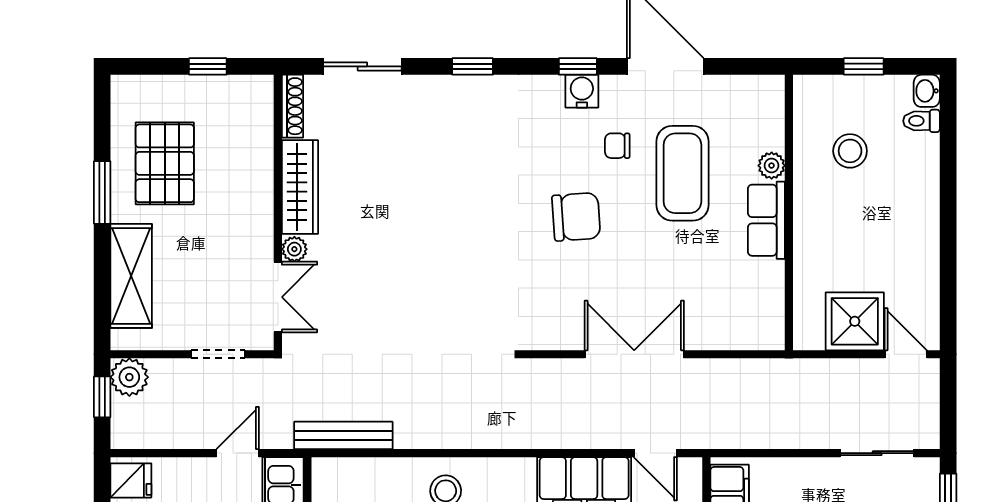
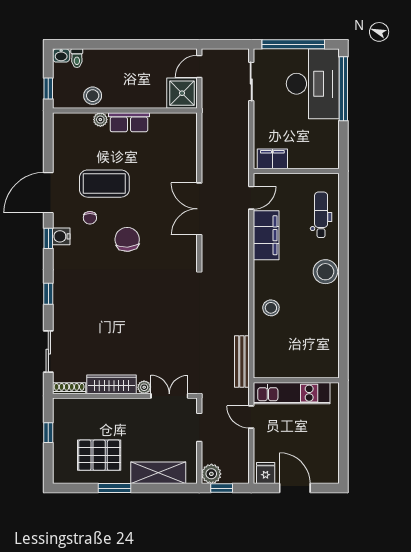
plant: (772, 166) -> (100, 120), moved
wall: (789, 213) -> (125, 110), moved
row of seats: (766, 220) -> (129, 122), moved

